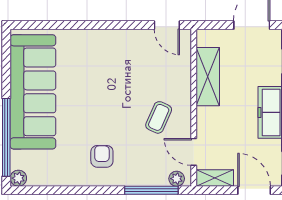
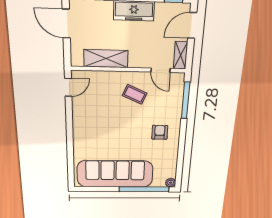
door: (194, 152) -> (161, 70), hinge flipped
armchair: (102, 156) -> (160, 132), turned 90
plant: (177, 179) -> (179, 83), removed

